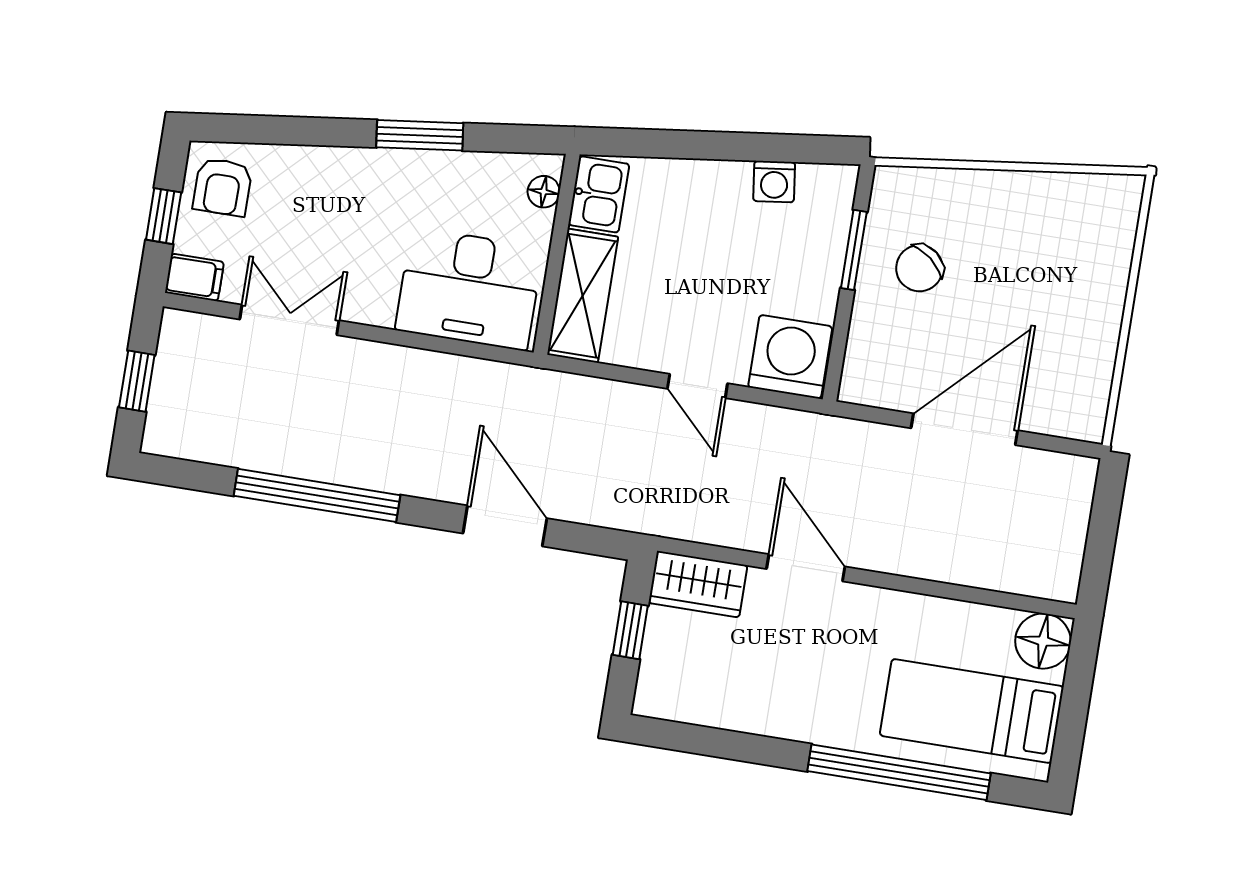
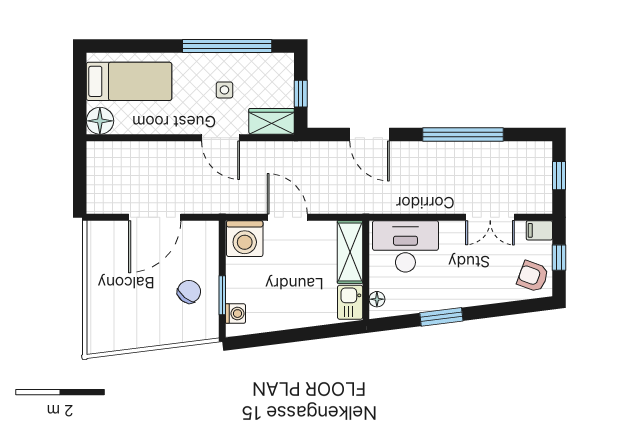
washing machine: (774, 182) -> (236, 314), moved, turned 97
armchair: (223, 187) -> (533, 276), turned -70
door: (697, 386) -> (287, 217), width x1.38
side table: (782, 663) -> (224, 90), added
window: (899, 772) -> (227, 46), moved

